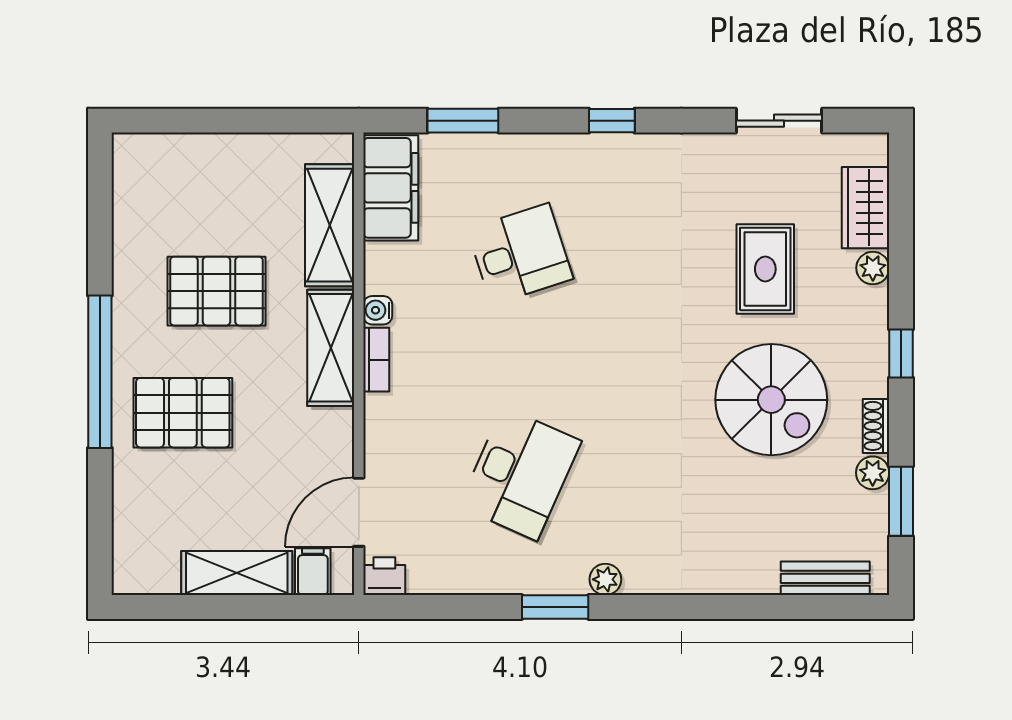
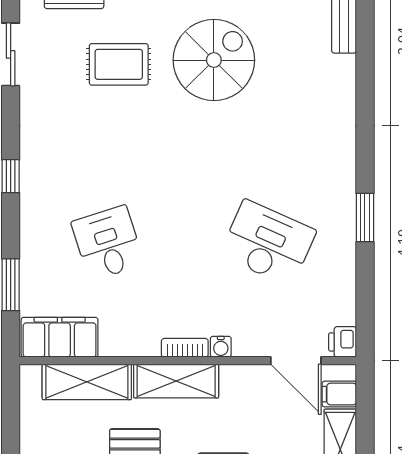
water cooler: (378, 310) -> (221, 347), moved
plant: (605, 579) -> (345, 181), removed

